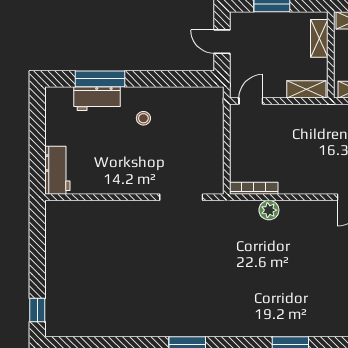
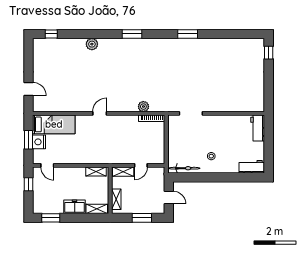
window: (100, 79) -> (235, 177), removed
bicycle: (193, 96) -> (184, 168), added
workbench: (97, 99) -> (252, 167), moved
door: (251, 101) -> (141, 165), moved

